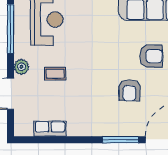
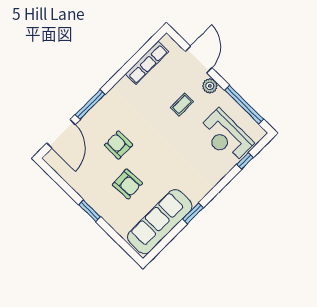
armchair: (151, 56) -> (127, 184), turned -93
row of seats: (50, 129) -> (147, 63), width x1.48

